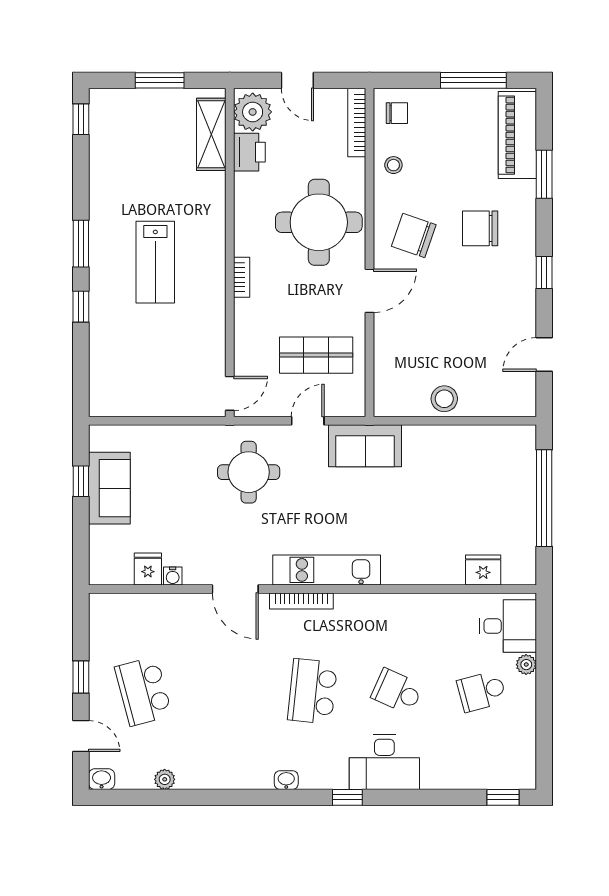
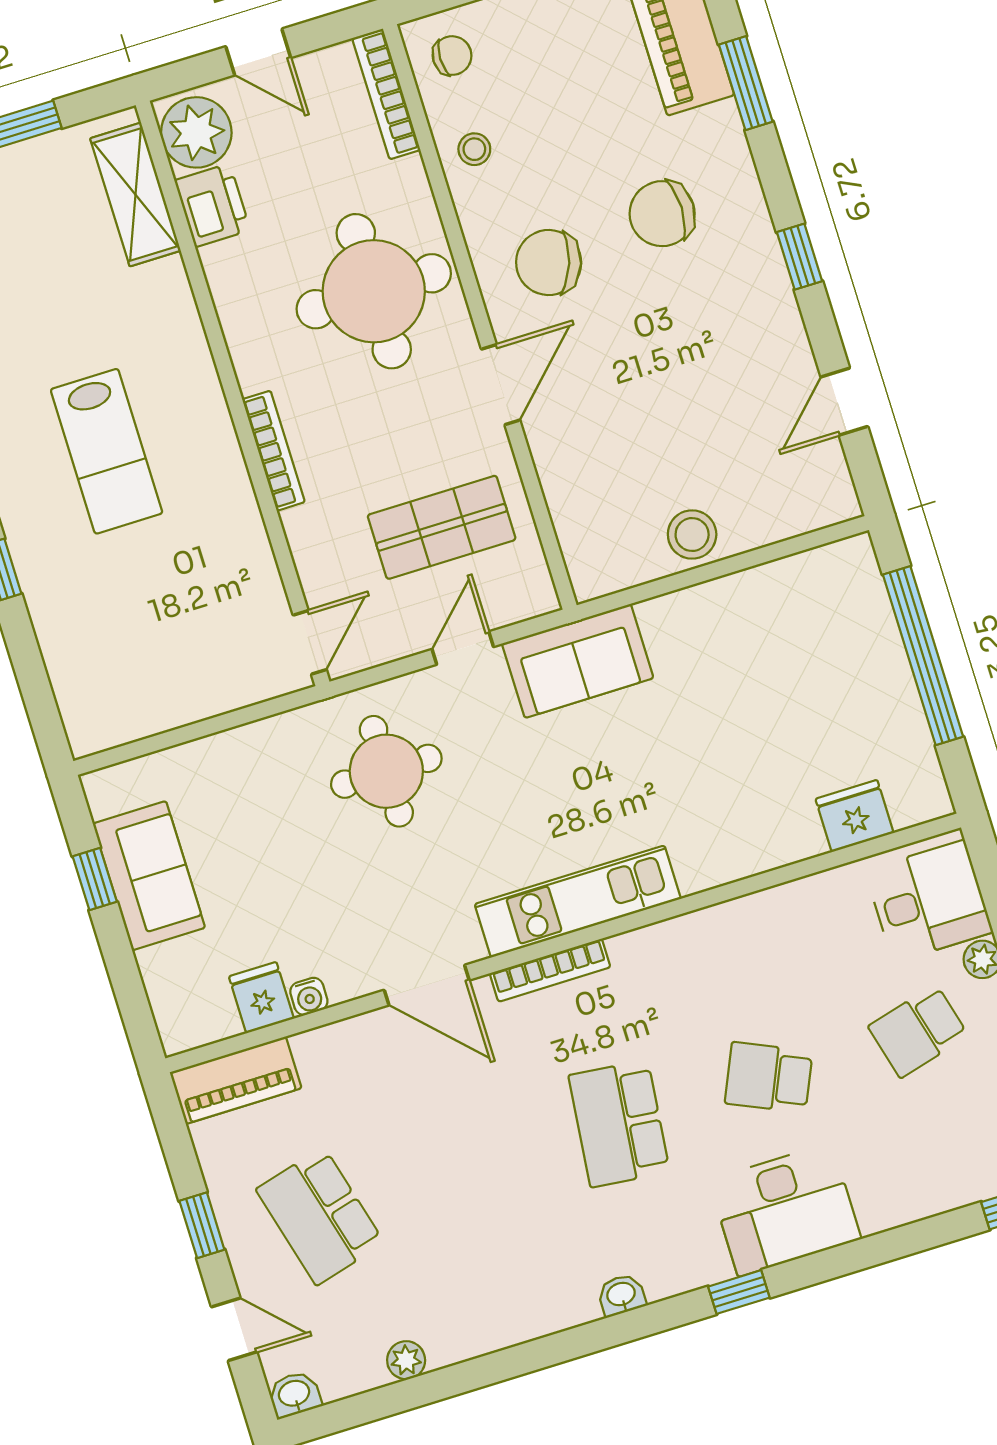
bookcase: (242, 277) -> (274, 451), width x1.56
piano: (121, 608) -> (236, 1080), added

